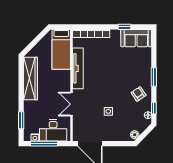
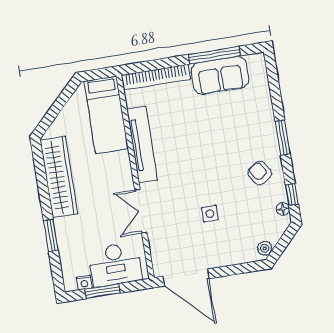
window: (125, 27) -> (214, 55), width x2.17
sofa: (136, 38) -> (220, 75), moved
window: (21, 120) -> (51, 236), moved
window: (44, 144) -> (103, 291), width x0.69

